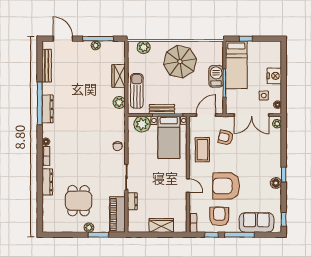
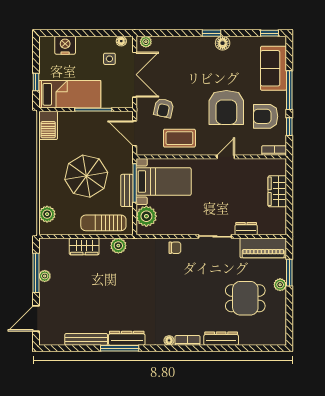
parasol: (180, 62) -> (86, 176), moved
bench: (47, 66) -> (86, 339), moved
barbecue: (216, 76) -> (48, 125), moved, turned -90
nightstand: (274, 76) -> (65, 45), moved
window: (40, 103) -> (120, 348), width x0.68

